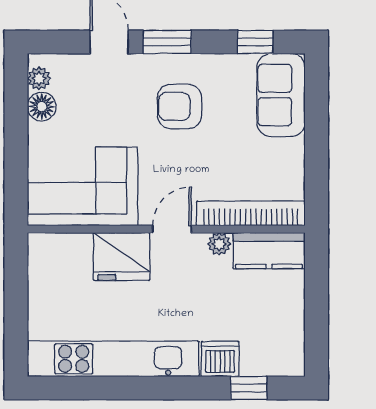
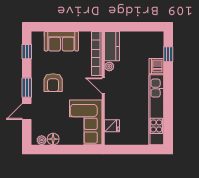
sofa: (281, 95) -> (61, 41), moved
fridge: (122, 257) -> (112, 126), moved, width x0.53, depth x0.75

